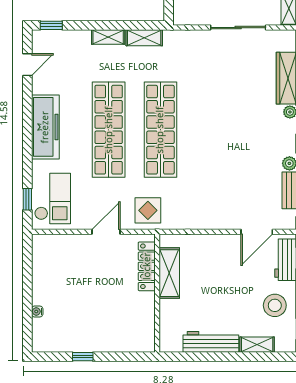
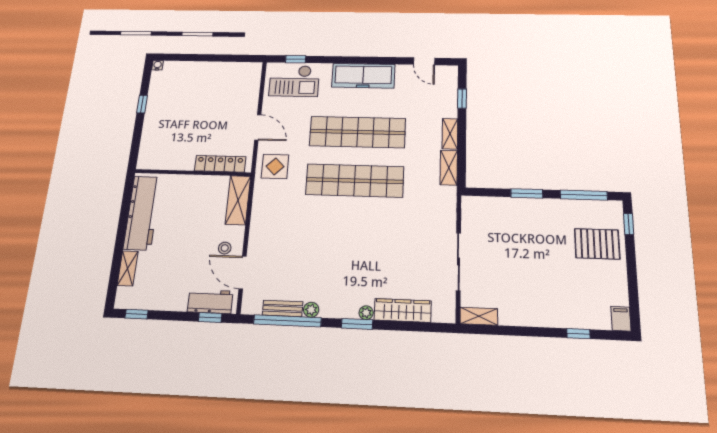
window: (51, 25) -> (462, 99), moved
shelving: (169, 273) -> (238, 200), moved, turned 90
stool: (275, 305) -> (225, 248), moved, width x0.53, depth x0.53
water cooler: (37, 311) -> (157, 65), moved
workbench: (211, 342) -> (142, 213), width x1.36, depth x1.32

